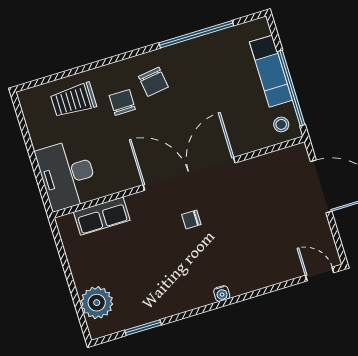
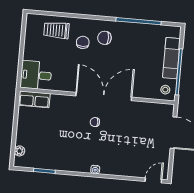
chair: (153, 82) -> (104, 38), turned 98
desk: (67, 175) -> (36, 75), width x0.73
row of seats: (102, 216) -> (34, 99), moved
door: (320, 274) -> (153, 180), hinge flipped
plant: (97, 303) -> (20, 151), width x0.53, depth x0.53

